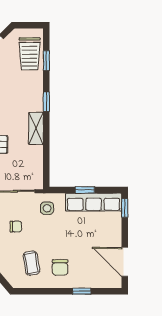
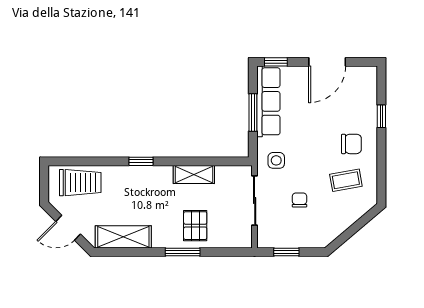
window: (46, 61) -> (89, 161), removed
shelving: (36, 128) -> (194, 174), moved
window: (85, 190) -> (253, 112), width x1.50
door: (125, 262) -> (327, 62), moved

